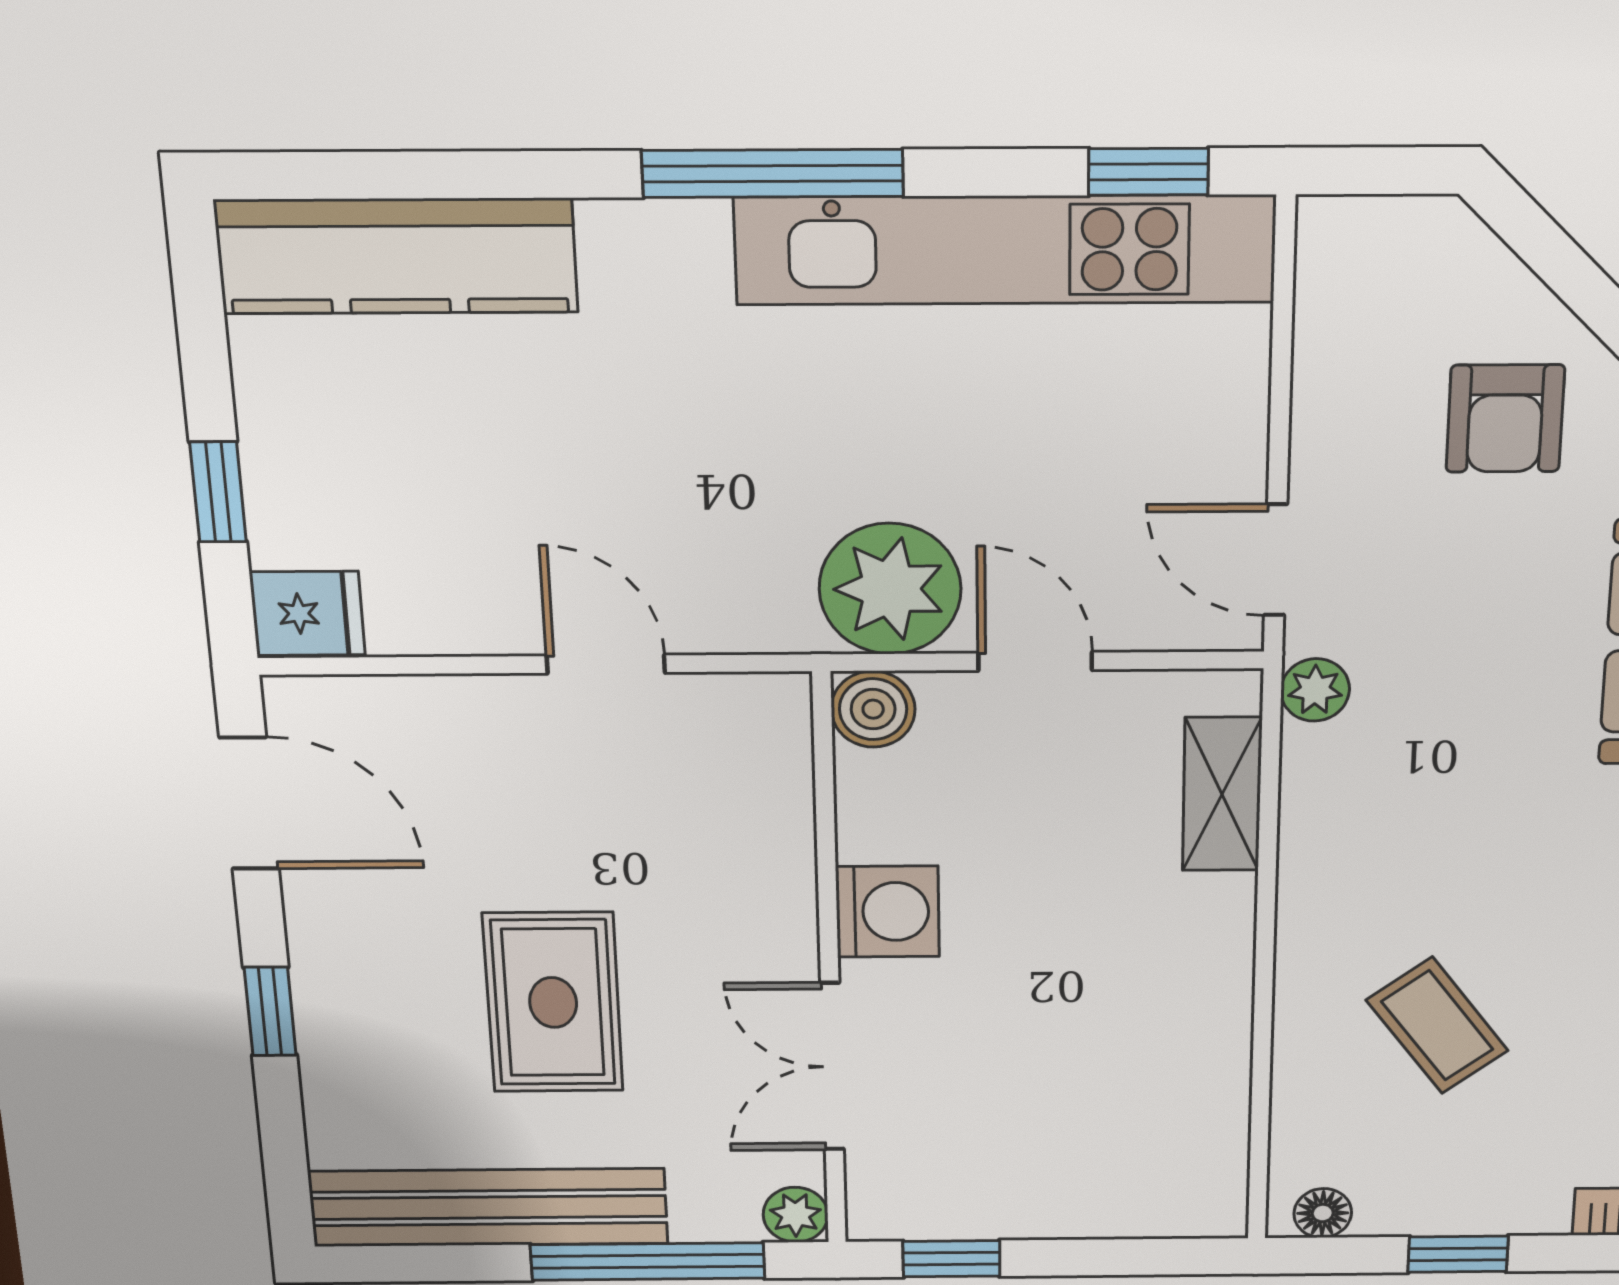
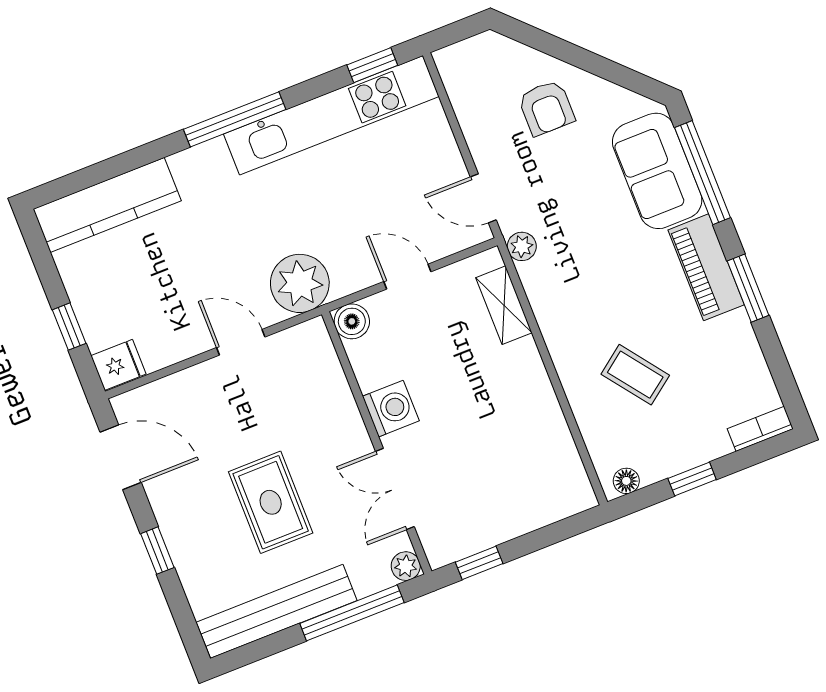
plant: (890, 589) -> (300, 283), moved

